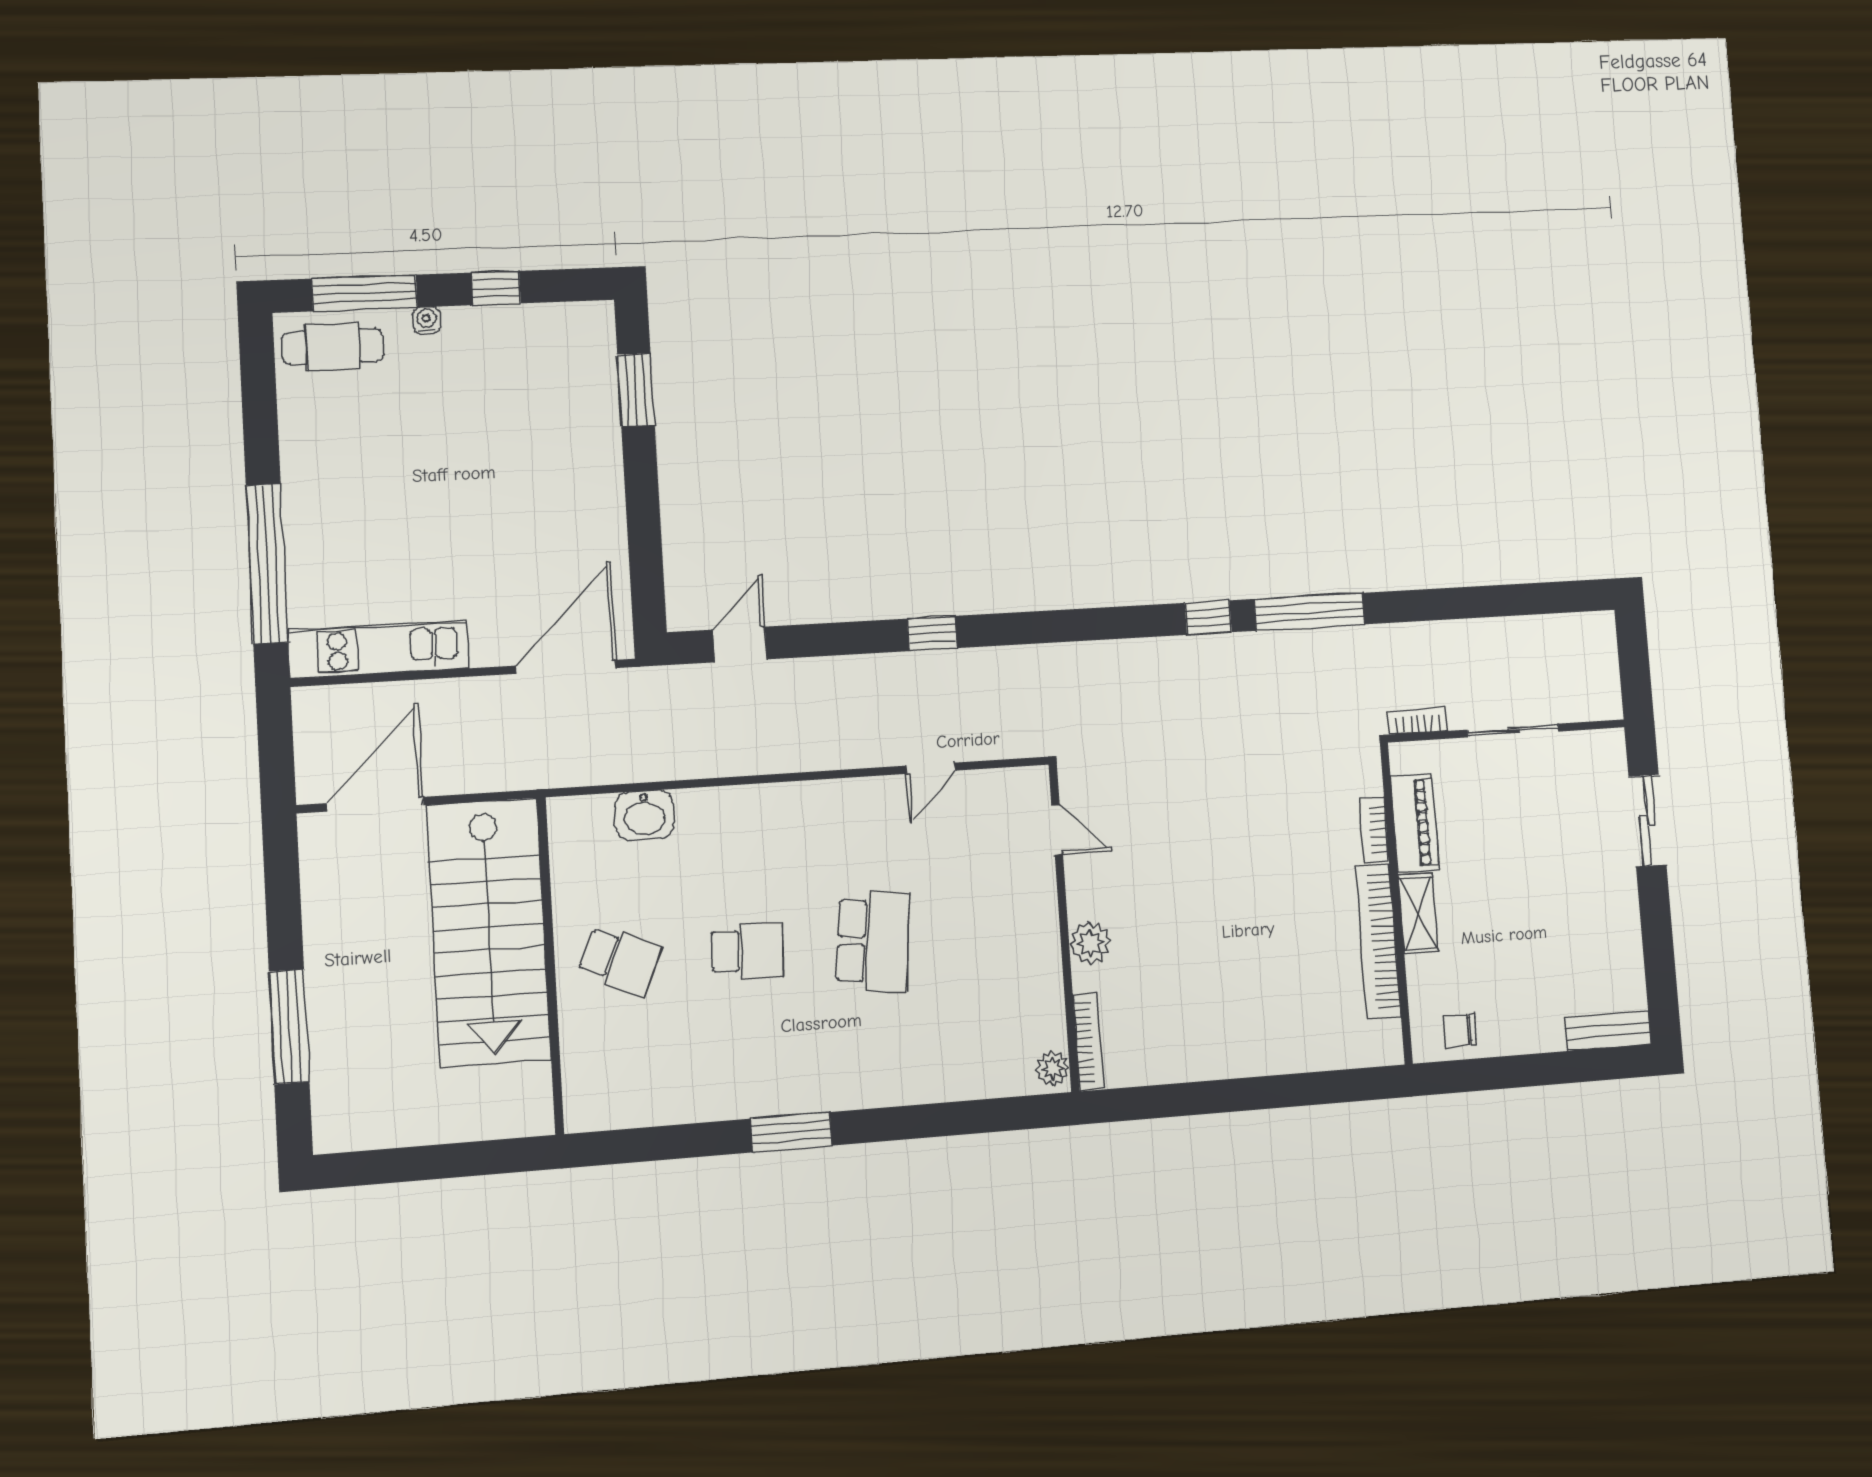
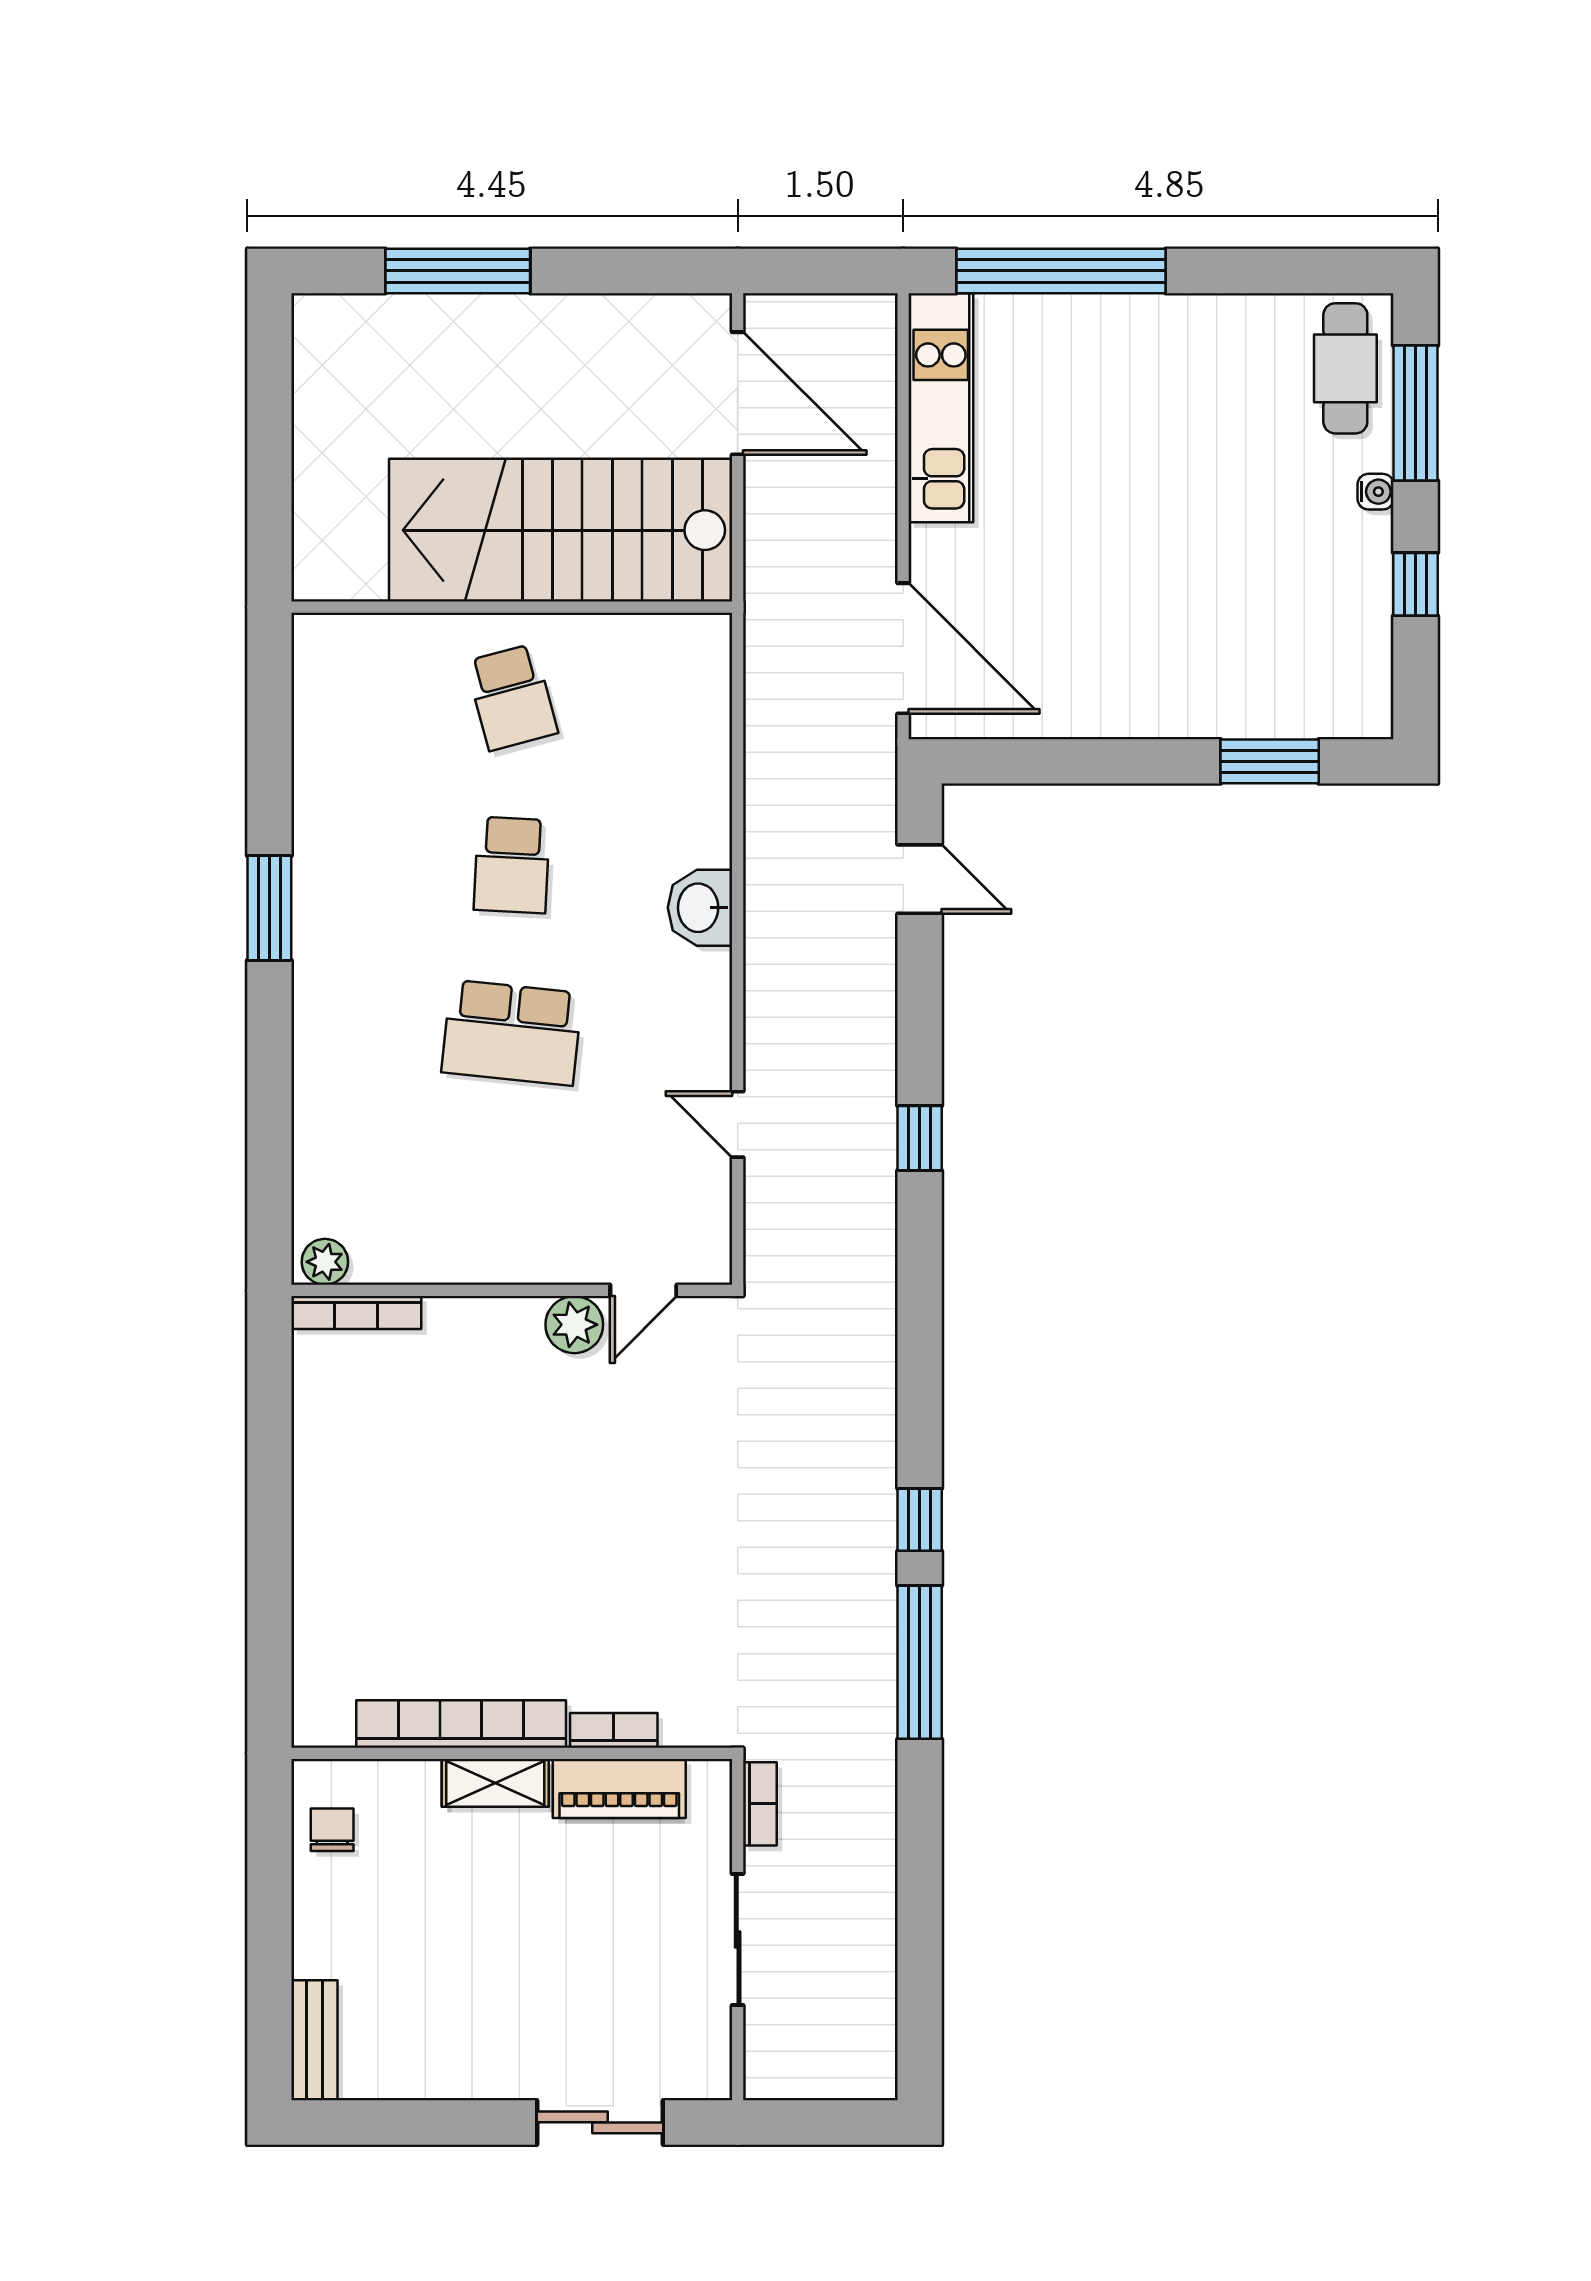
washbasin: (645, 815) -> (700, 908), moved
plant: (1090, 943) -> (574, 1325), moved
school desk: (620, 960) -> (512, 697), turned -39

